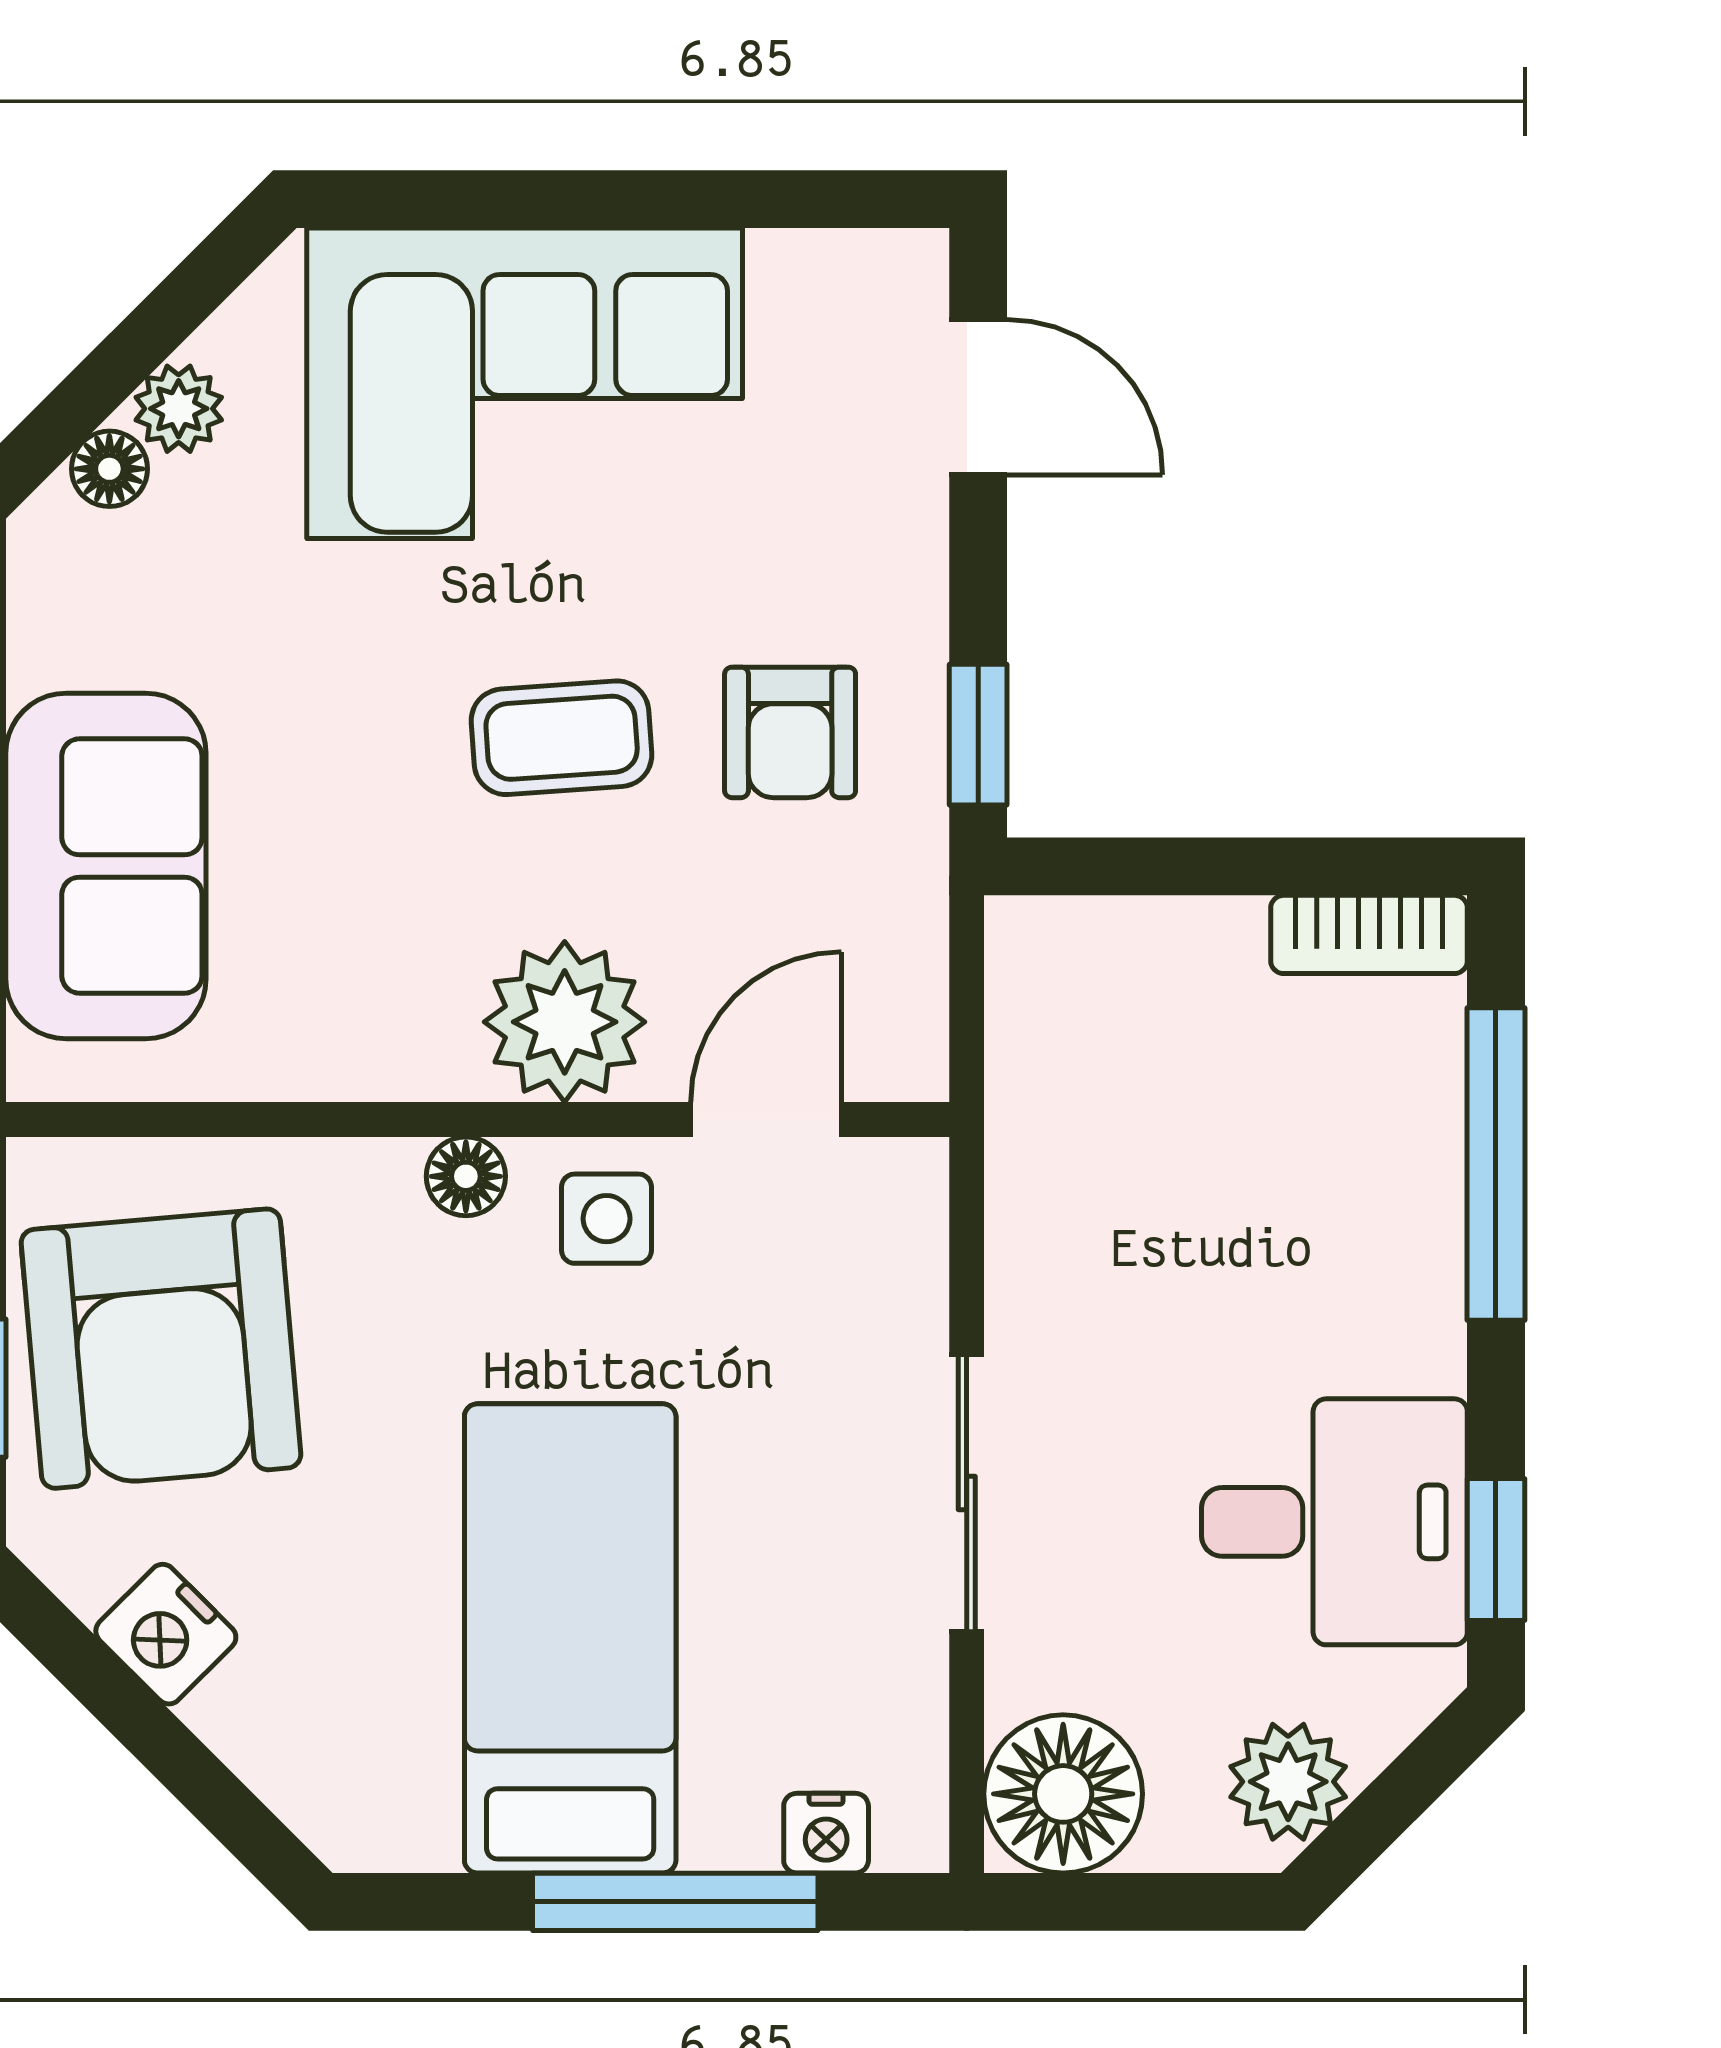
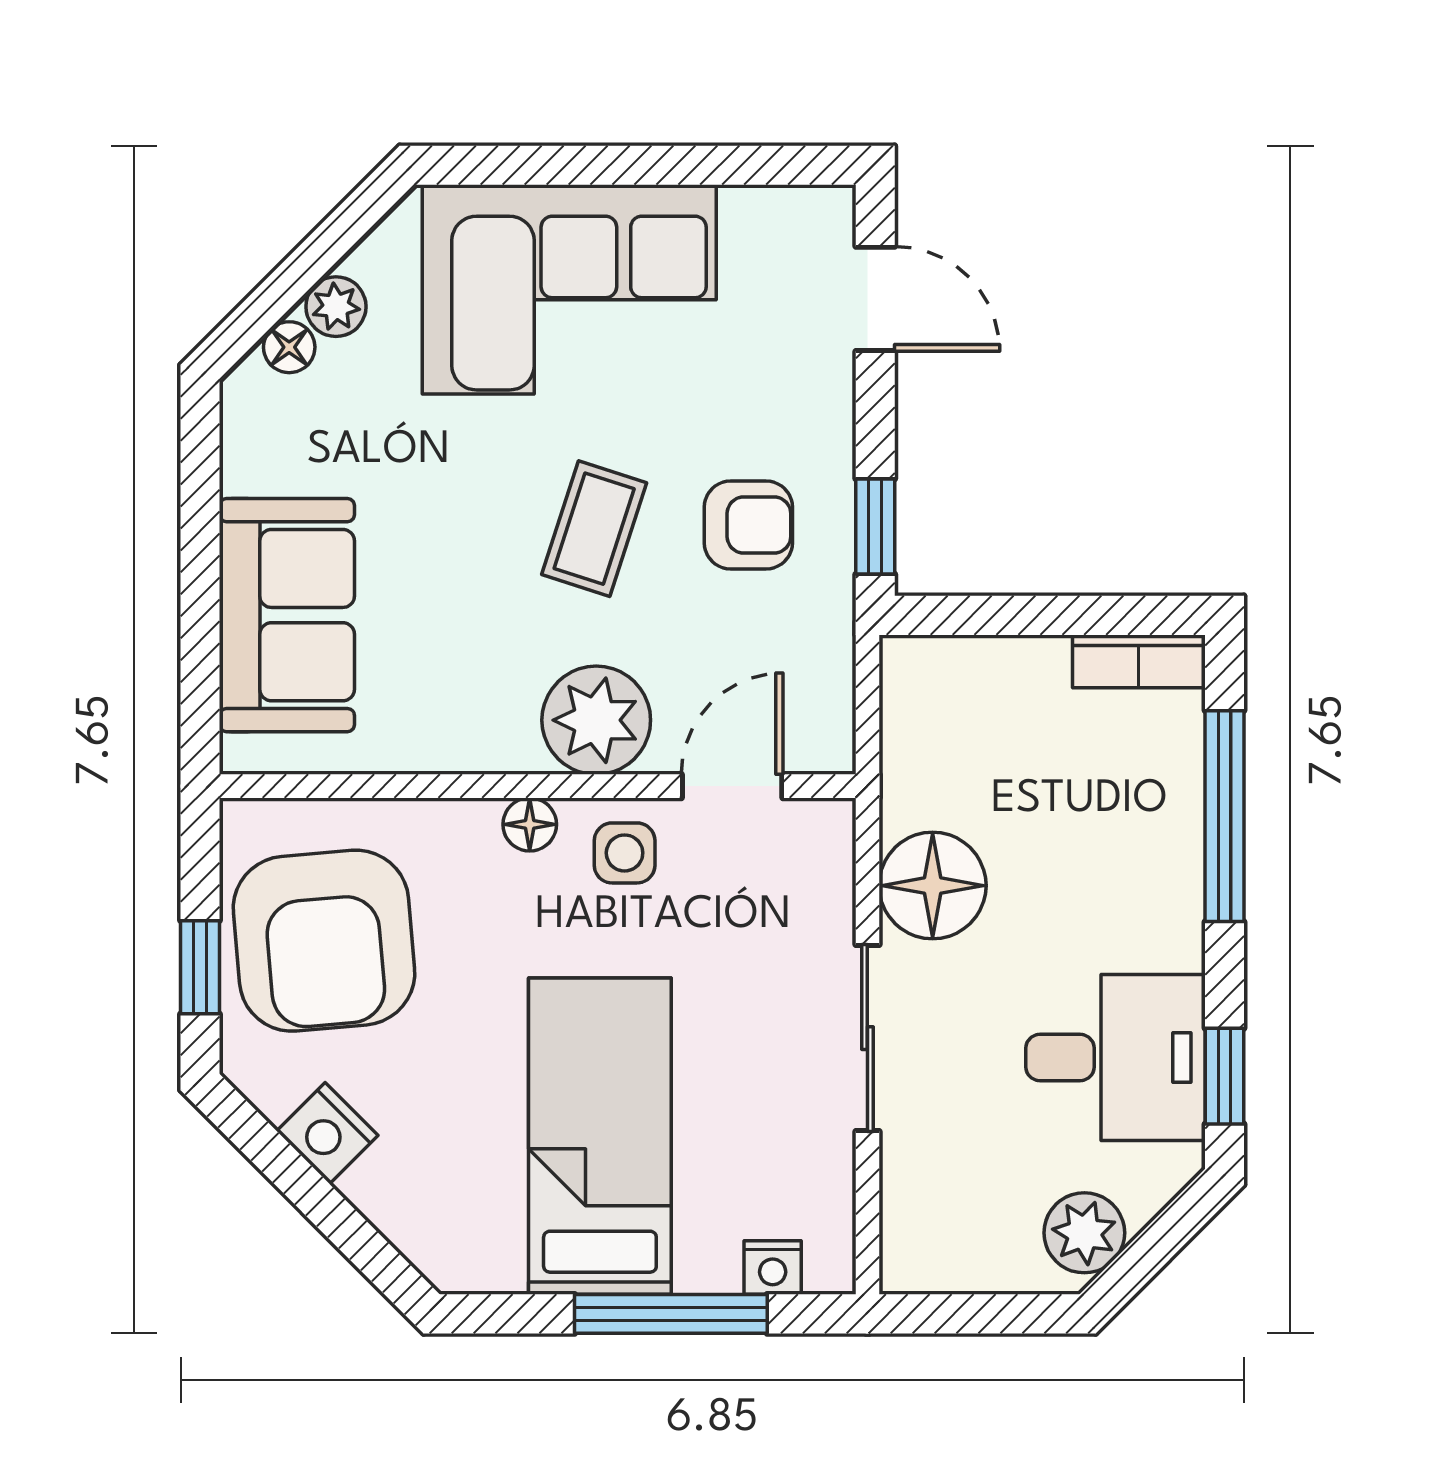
armchair: (790, 732) -> (748, 525), turned -90
coffee table: (562, 738) -> (594, 529), turned -68
floor lamp: (1063, 1794) -> (933, 886), moved

